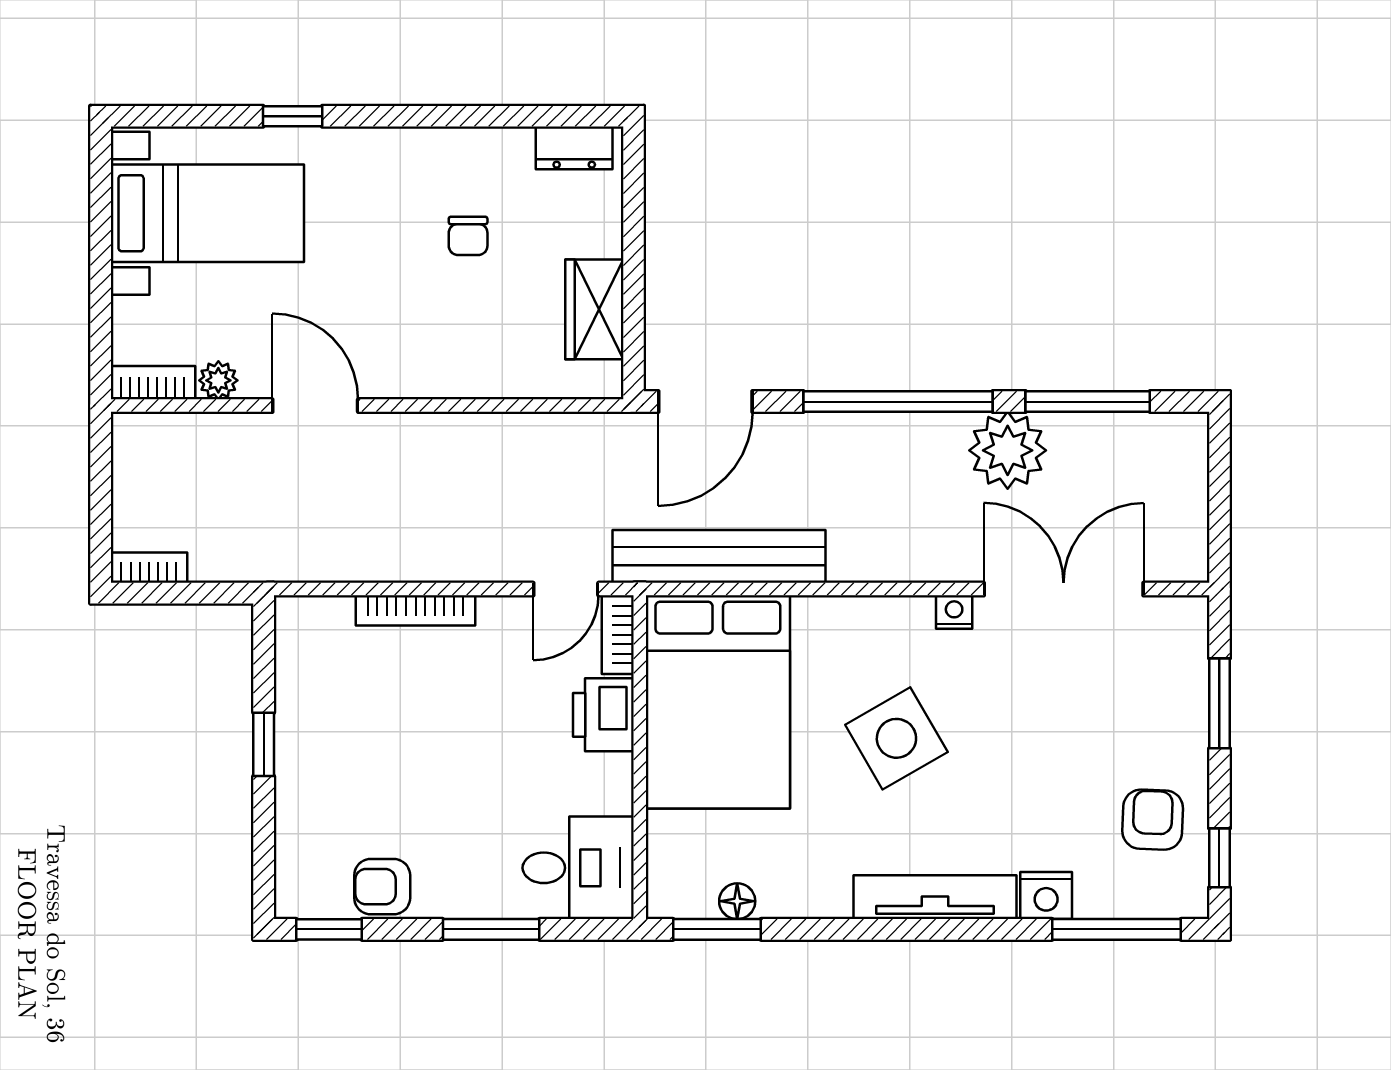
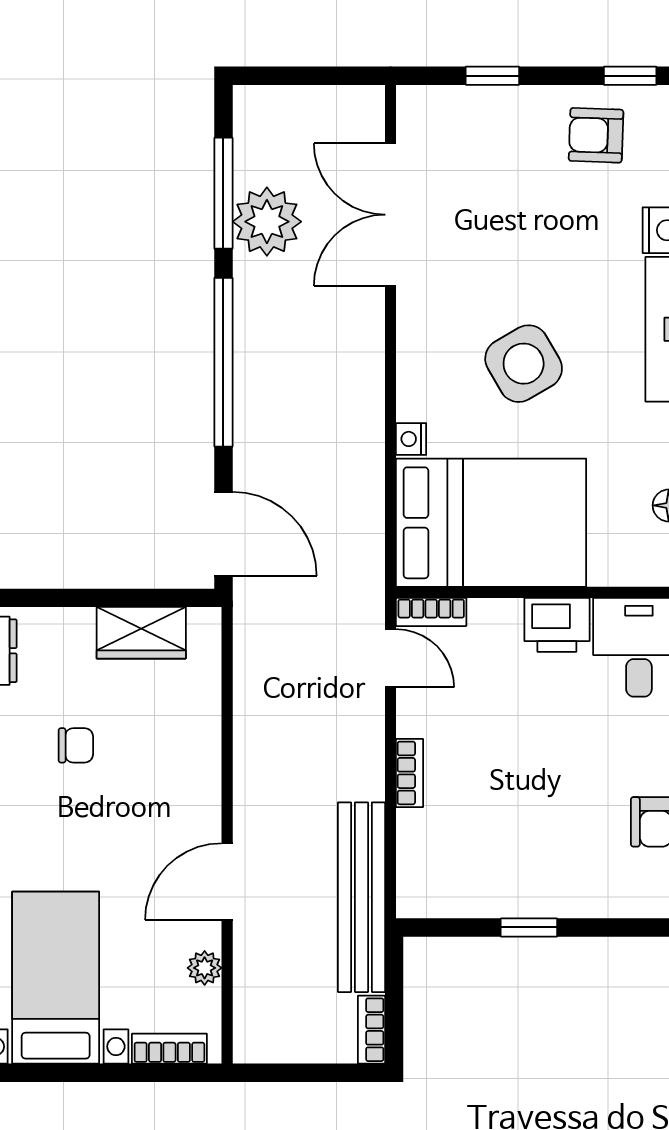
bookcase: (153, 383) -> (169, 1049), moved, turned 90
plant: (1008, 450) -> (267, 222), moved
bench: (719, 556) -> (361, 897), moved
bookcase: (416, 610) -> (410, 773), width x0.64
nightstand: (954, 612) -> (411, 439), moved
window: (1219, 703) -> (492, 76), width x0.67
printer: (603, 715) -> (557, 625), moved

